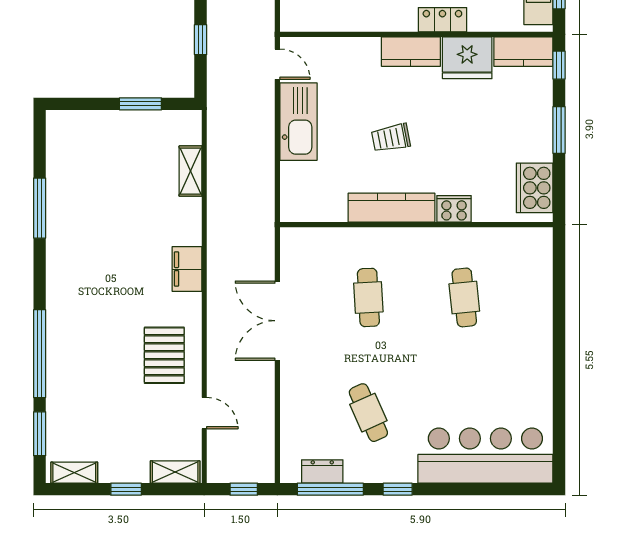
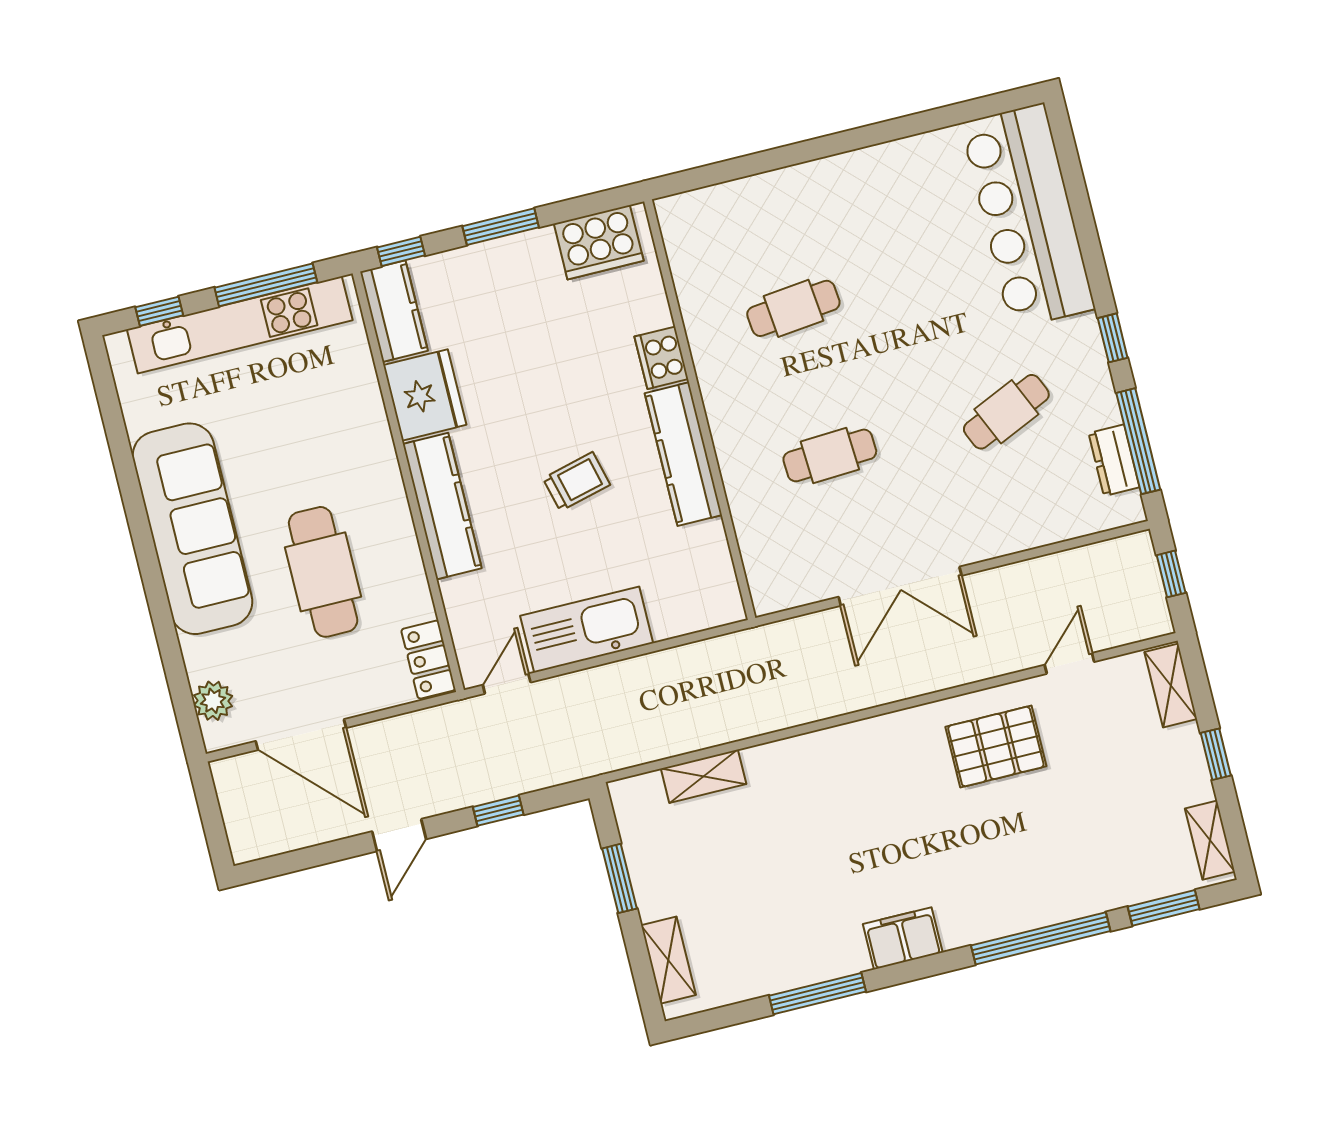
locker: (442, 20) -> (428, 660), moved
kitchen counter: (411, 52) -> (442, 506), width x1.50
shelving: (83, 122) -> (668, 960), added
trolley: (391, 138) -> (576, 482), turned -93
filing cabinet: (187, 269) -> (903, 938), moved, turned 180

